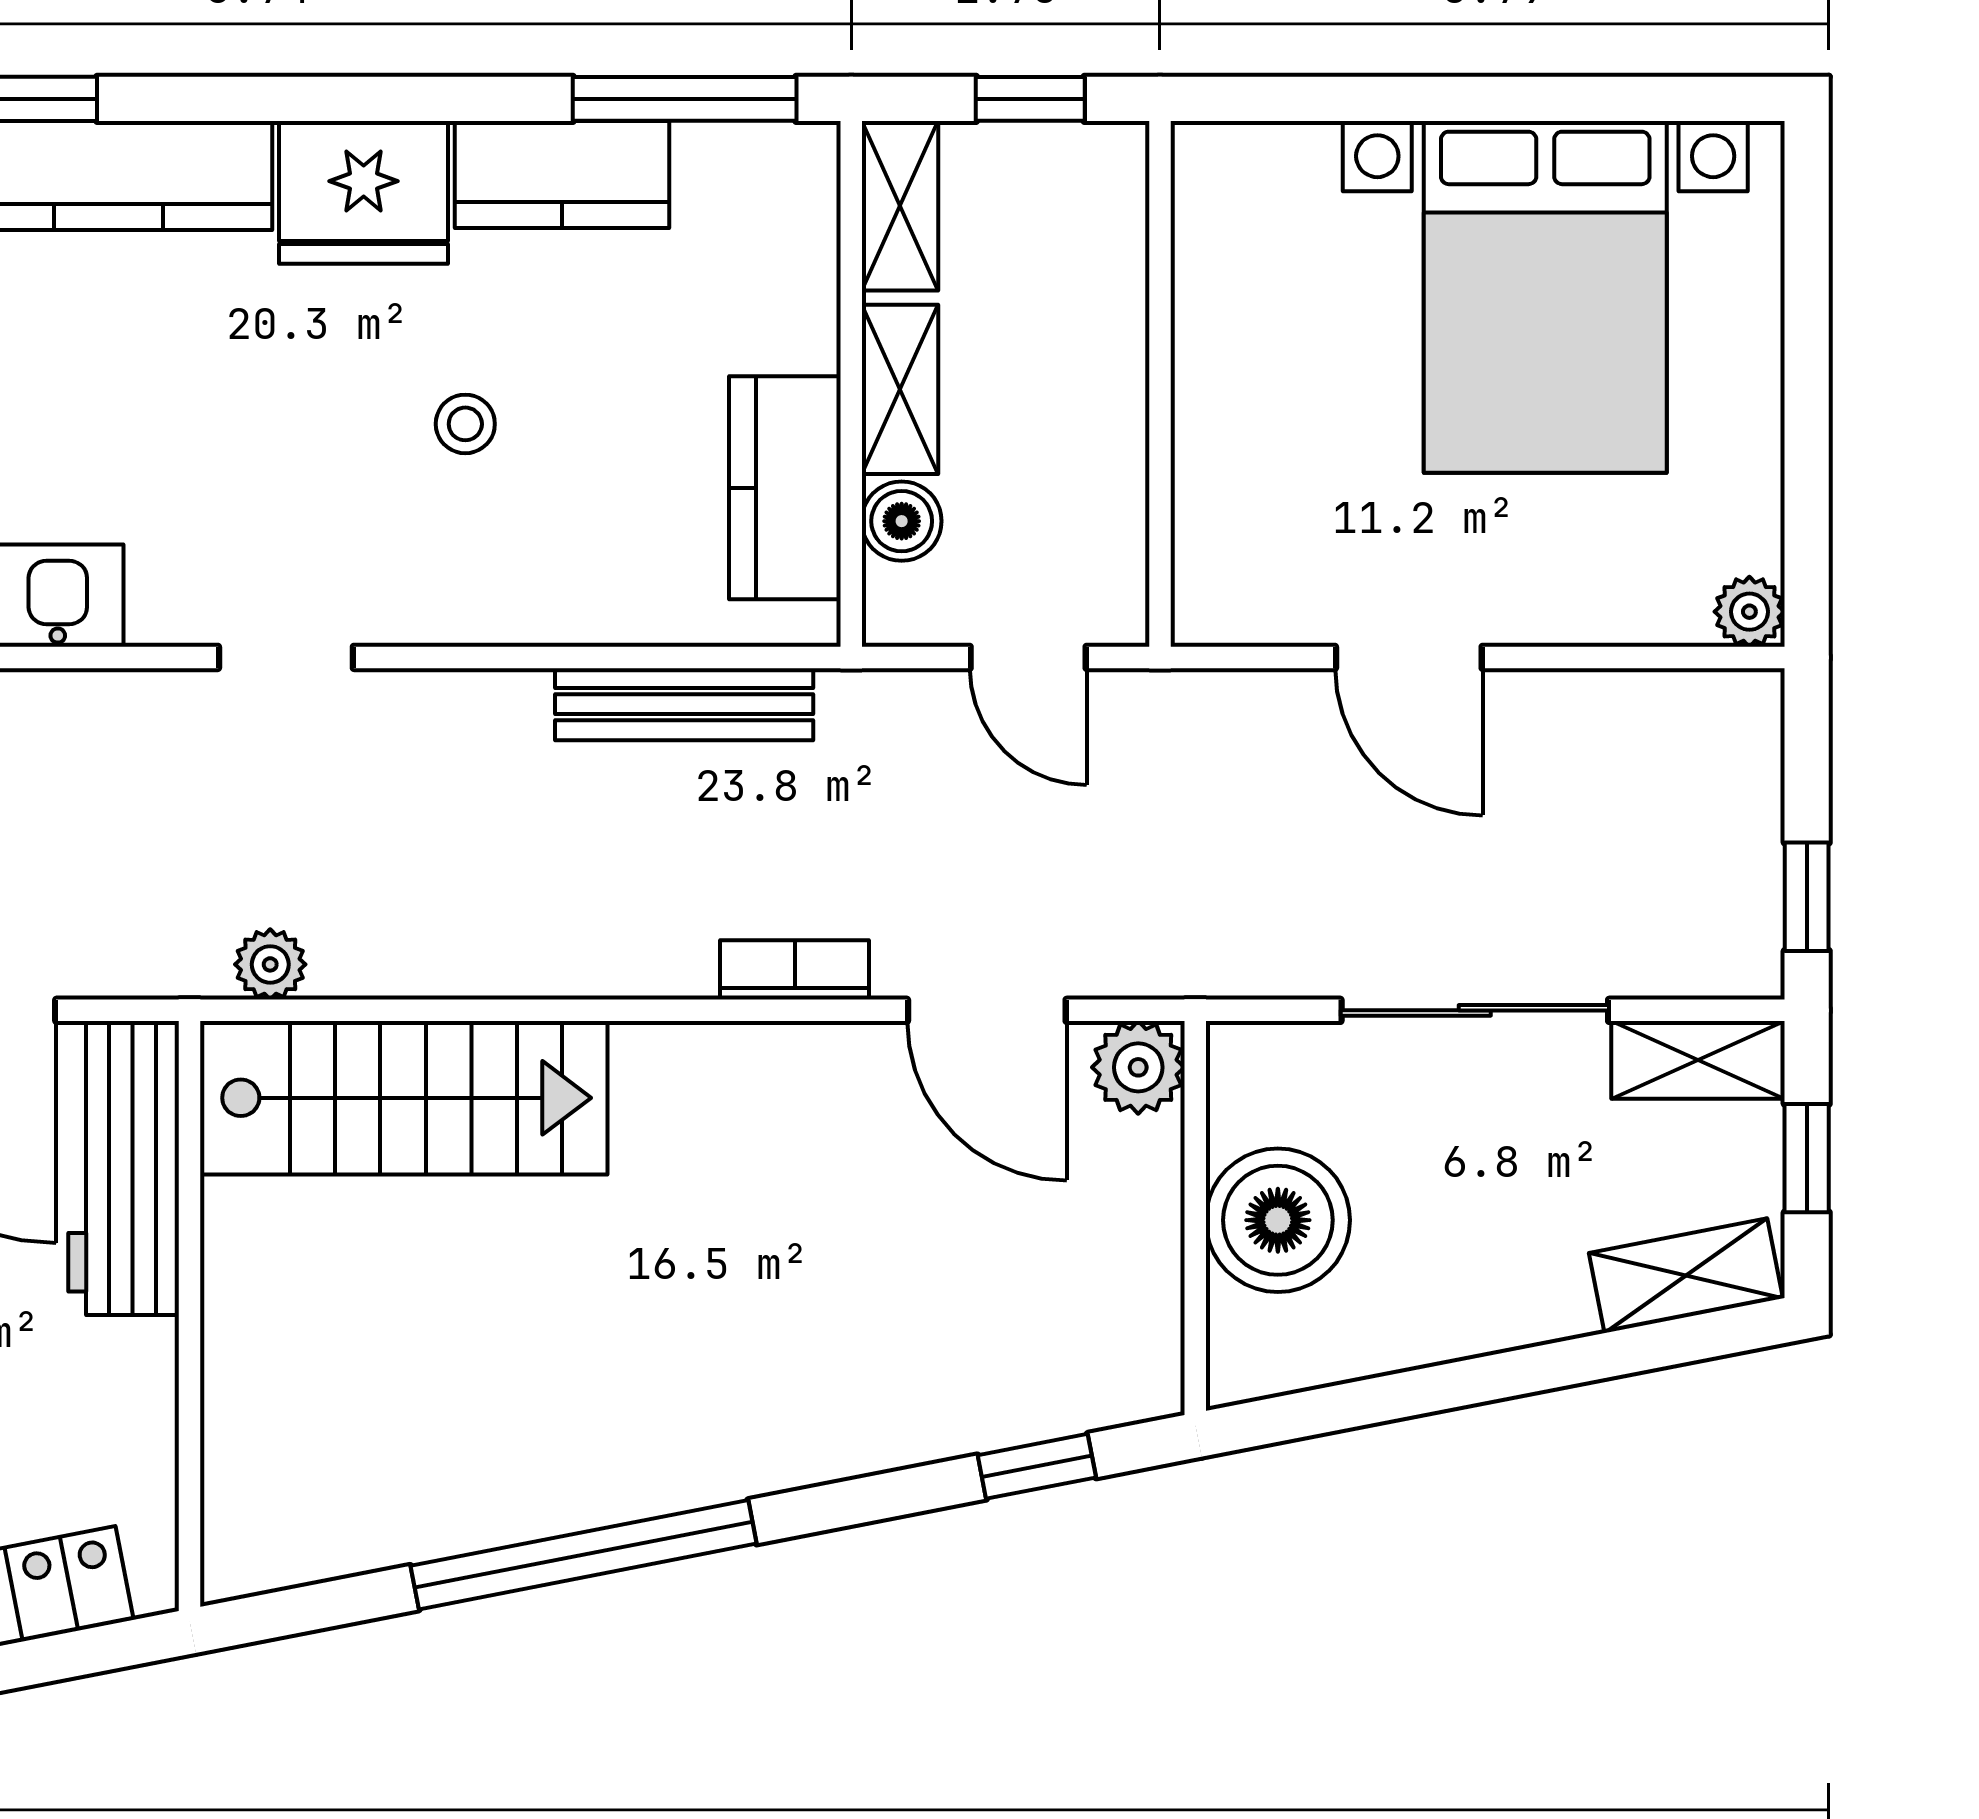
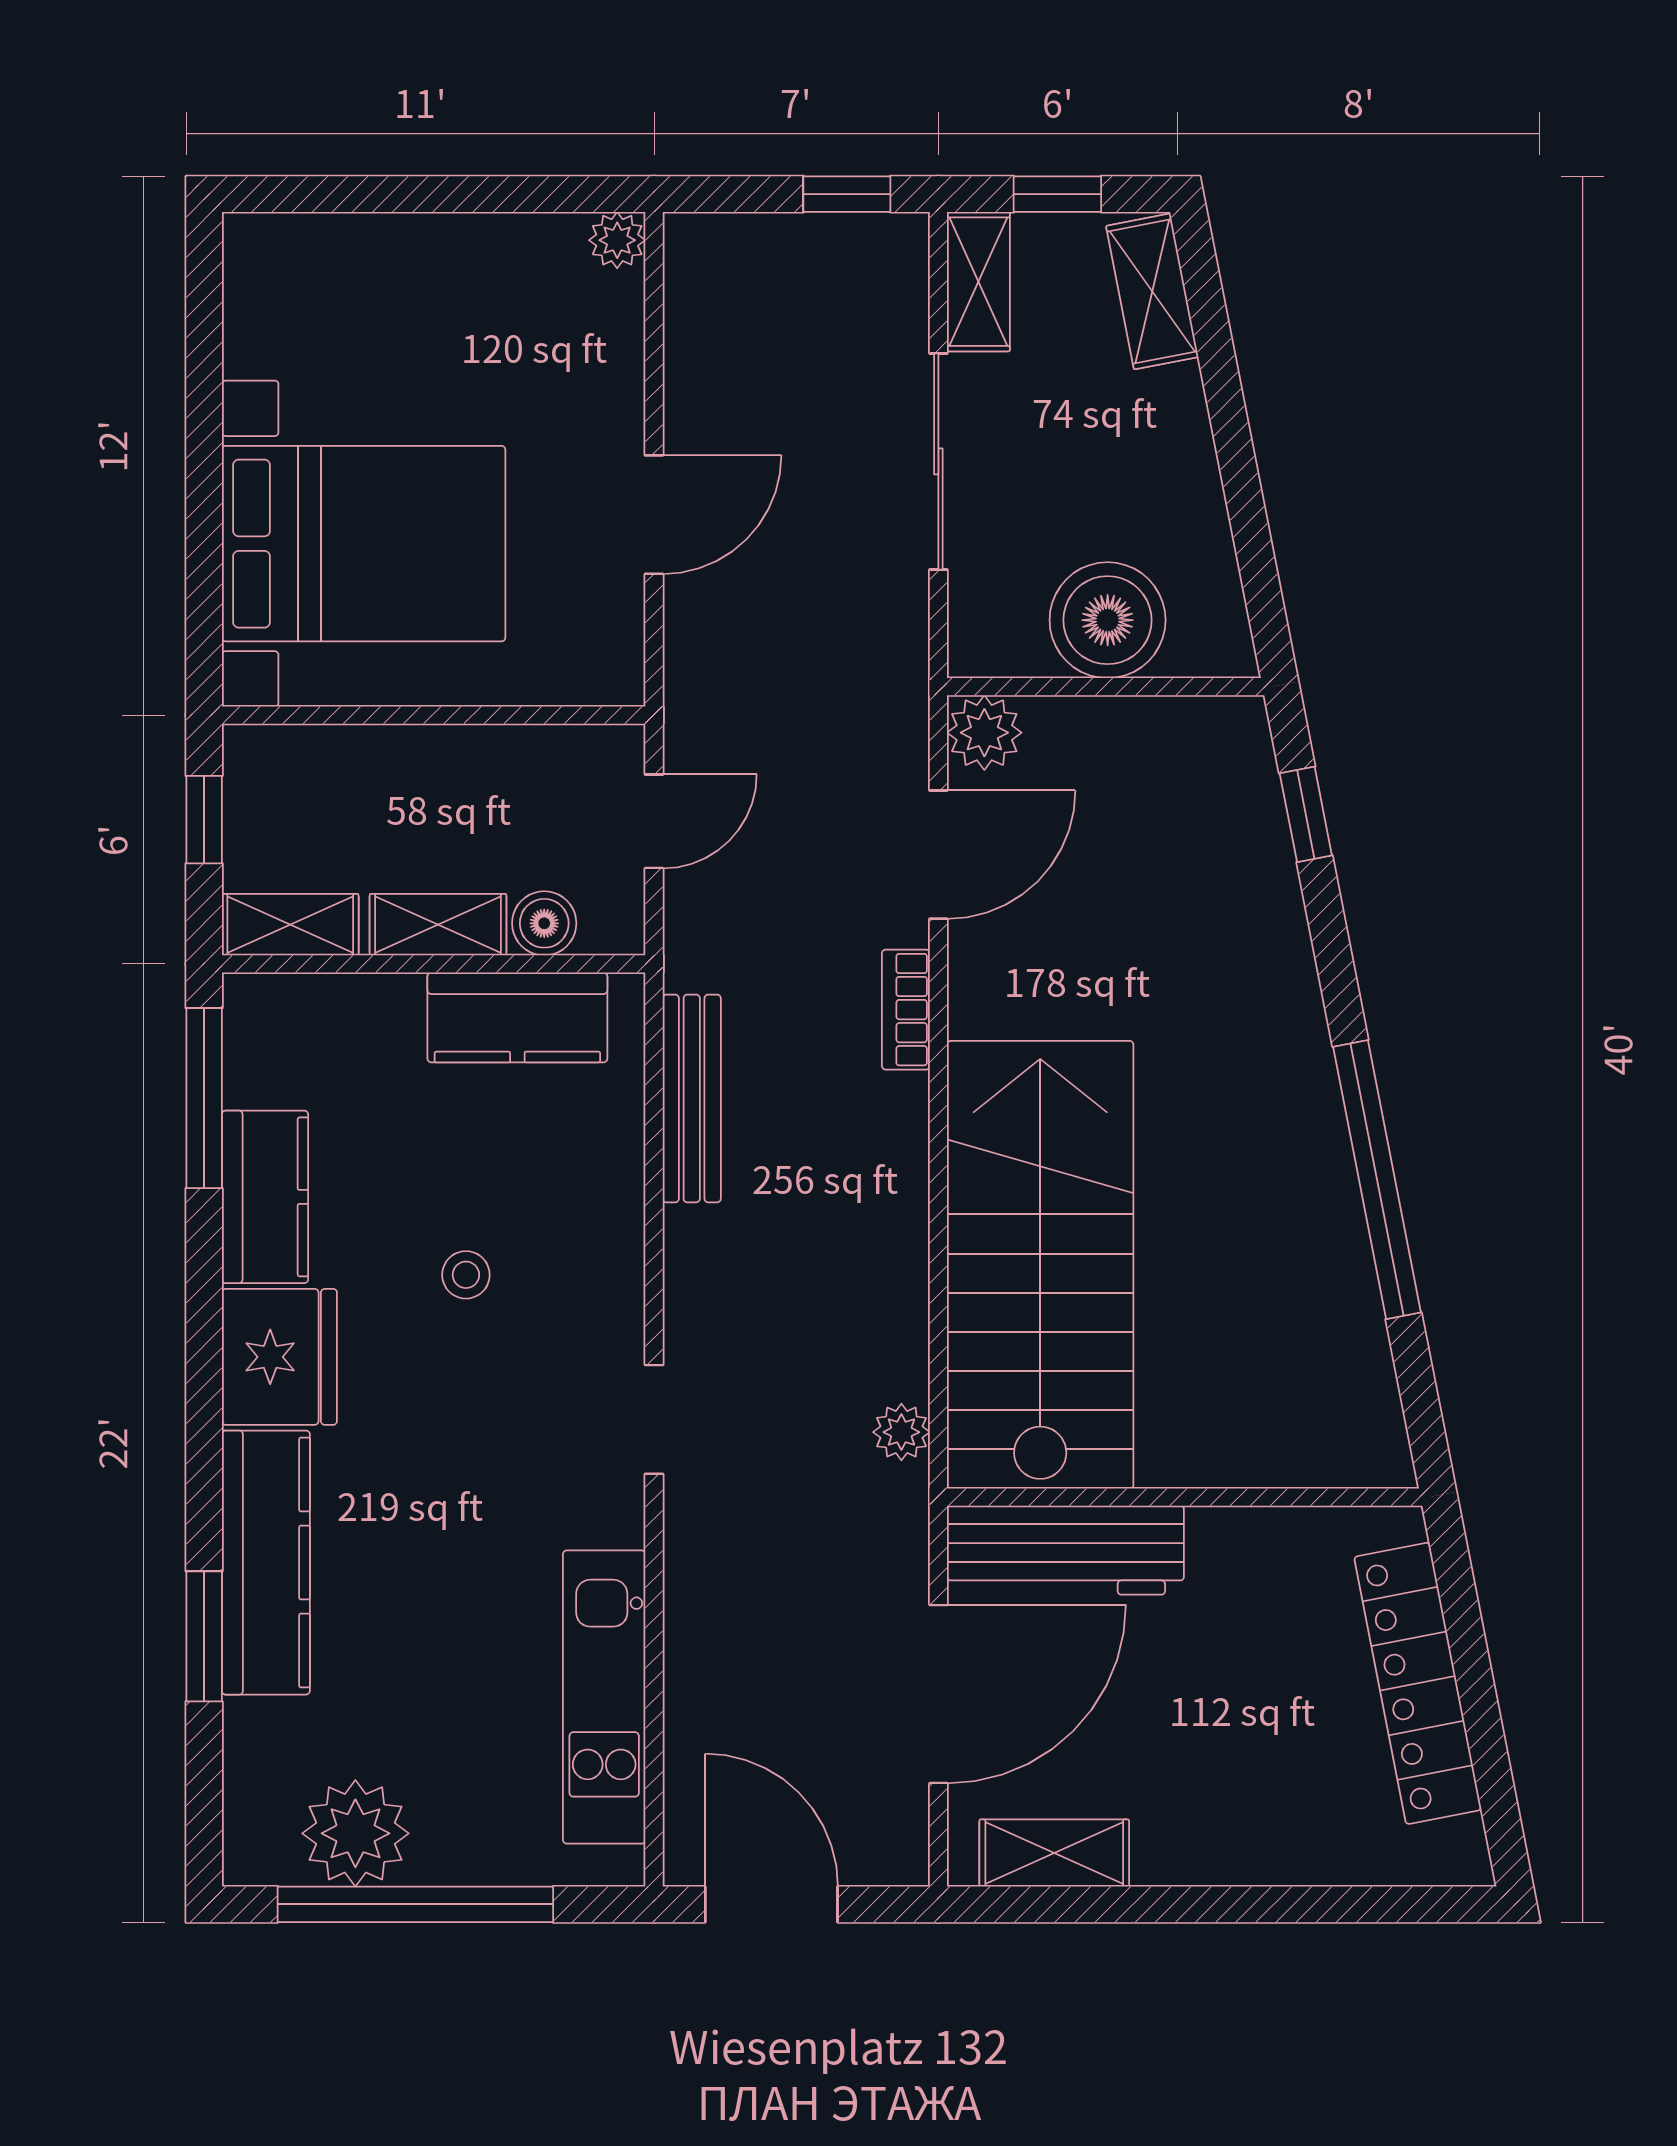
bed with nightstands: (1545, 297) -> (364, 544), moved
stairs: (404, 1098) -> (1040, 1265), width x1.36, depth x1.51

